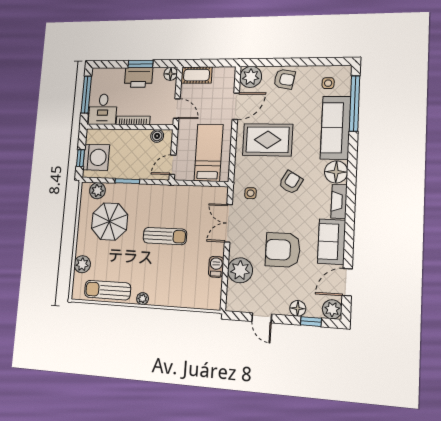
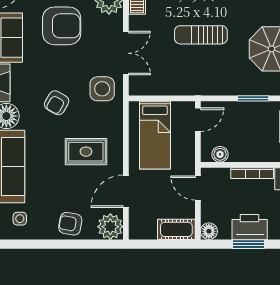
rug: (268, 140) -> (86, 152), width x0.73, depth x0.70
side table: (251, 193) -> (102, 89), width x1.87, depth x1.87

